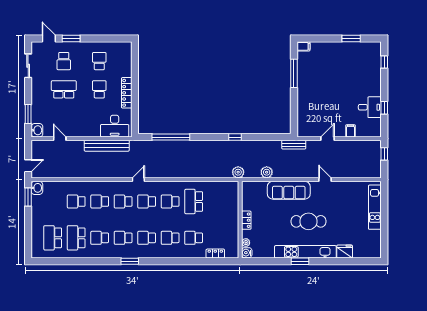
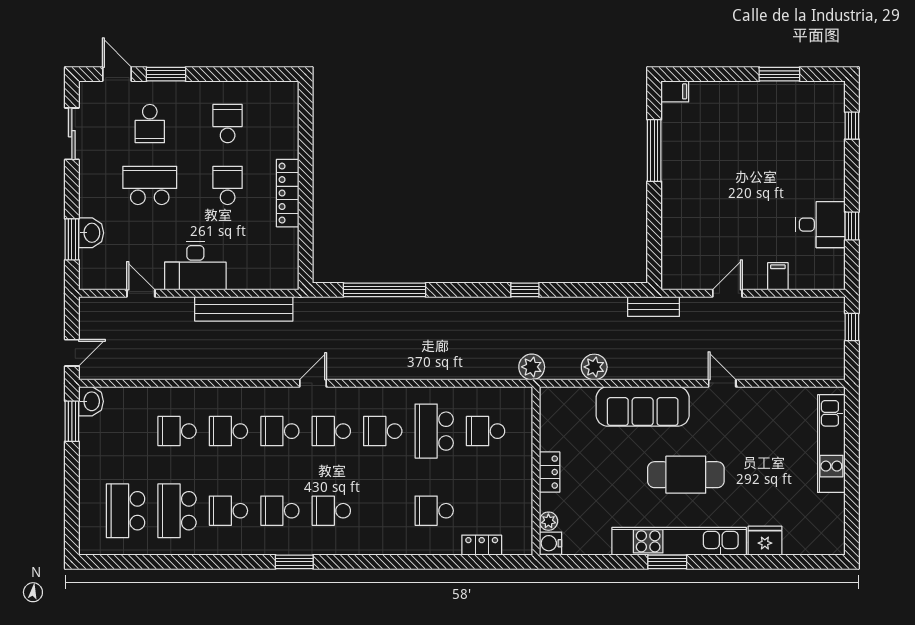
desk: (115, 126) -> (195, 266), moved
washbasin: (37, 130) -> (91, 233), moved
school desk: (170, 238) -> (486, 431), moved

